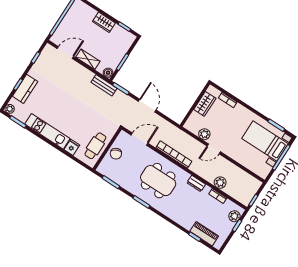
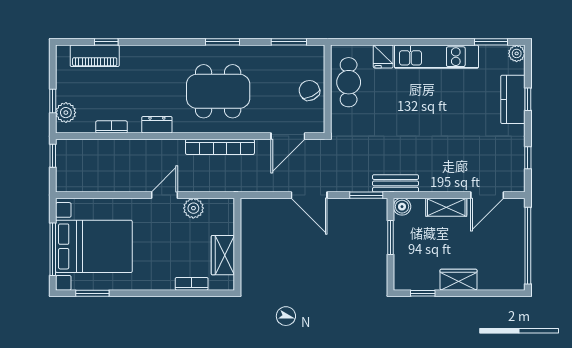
bed with nightstands: (265, 141) -> (94, 246), width x1.36
plant: (220, 183) -> (121, 150), removed

